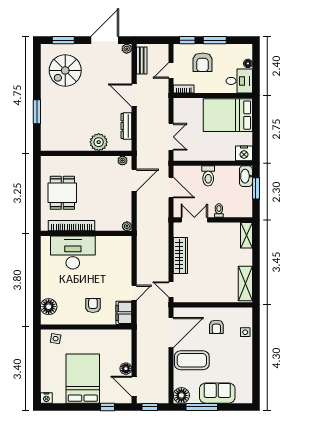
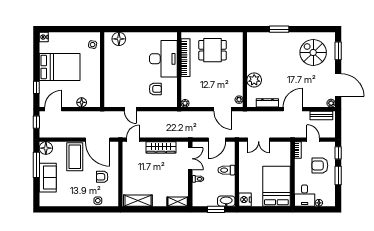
armchair: (93, 305) -> (155, 89), moved
filing cabinet: (124, 313) -> (114, 101), removed
floor lamp: (126, 369) -> (82, 102), moved

